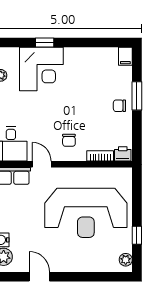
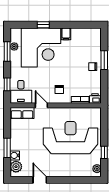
filing cabinet: (125, 56) -> (66, 34), moved
corner desk: (41, 69) -> (41, 48), width x1.36, depth x1.36
reception desk: (86, 213) -> (71, 138), turned 180

